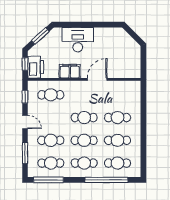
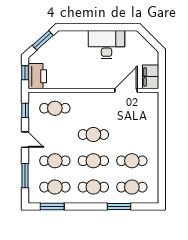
desk: (78, 40) -> (107, 45), moved
filing cabinet: (70, 71) -> (151, 77), moved, turned -90
door: (97, 79) -> (126, 90), moved
cafe table: (118, 118) -> (132, 135), removed
window: (48, 180) -> (52, 207), width x0.69
window: (106, 180) -> (119, 207), width x0.47

